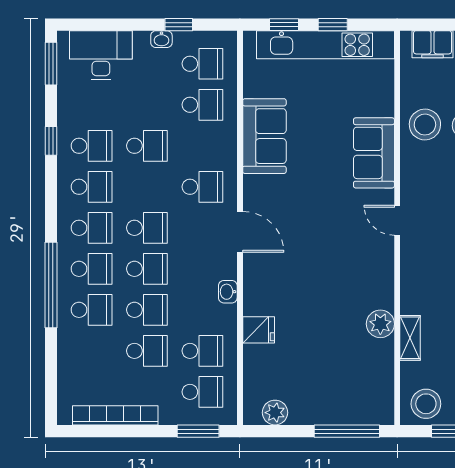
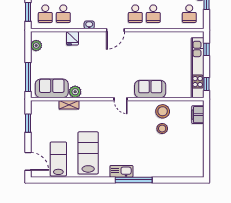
window: (333, 25) -> (206, 84), moved
school desk: (202, 105) -> (153, 14), moved
sofa: (264, 136) -> (52, 88), moved, turned 180
door: (397, 220) -> (121, 99), swing flipped
stool: (426, 404) -> (40, 112), removed

